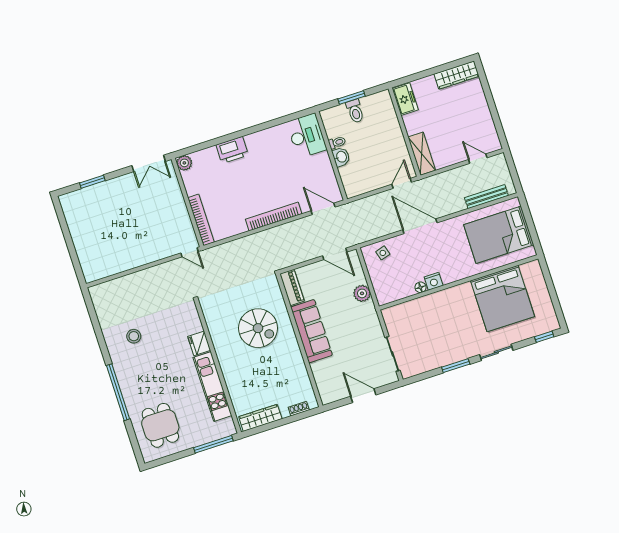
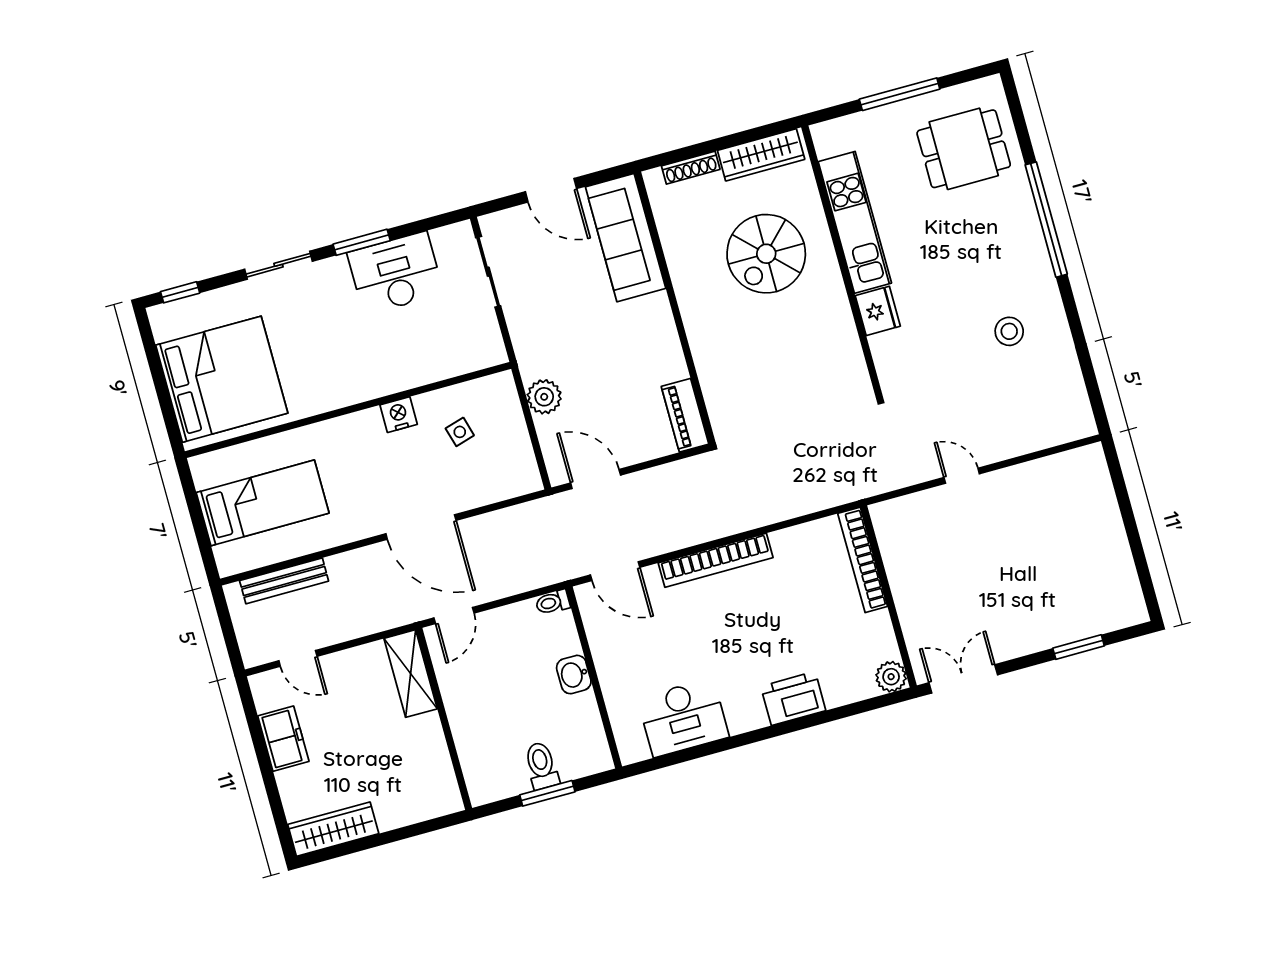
freezer: (405, 99) -> (283, 739), moved, turned 180
desk: (307, 136) -> (683, 718), moved, turned -90
toilet: (337, 143) -> (553, 602), moved
bed: (499, 235) -> (263, 503), width x0.67
door: (190, 252) -> (962, 476), moved
side table: (383, 253) -> (460, 432), moved
floor lamp: (420, 287) -> (426, 404), removed
bed: (503, 298) -> (222, 379), moved, turned 90
spiral stairs: (258, 328) -> (766, 254), moved, turned -90
sofa: (311, 331) -> (626, 238), moved
desk: (438, 351) -> (395, 273), added
shoe rack: (299, 409) -> (691, 168), width x1.43
dining table: (160, 425) -> (964, 149), turned 90
window: (213, 444) -> (900, 94), moved

